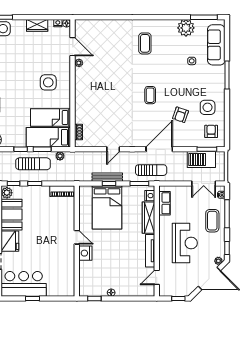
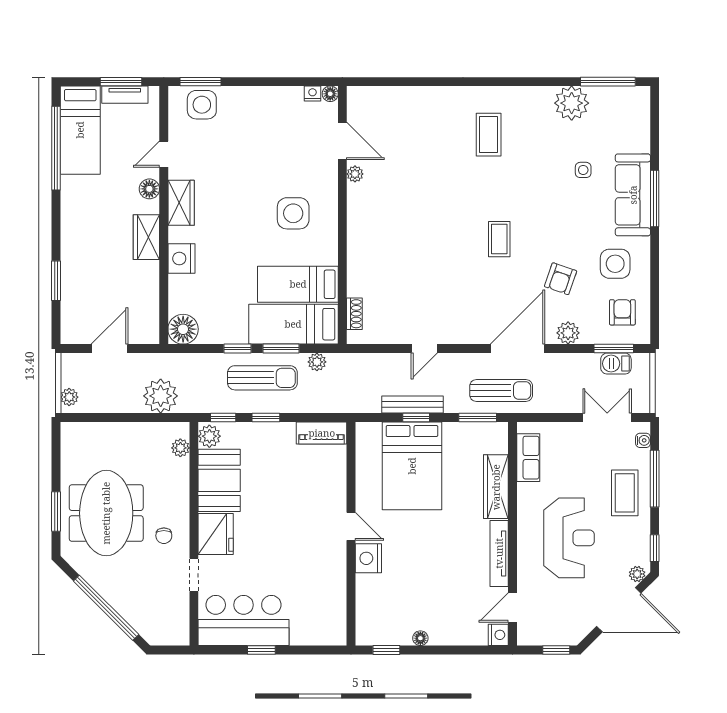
wardrobe: (37, 25) -> (271, 98), removed
sofa: (216, 45) -> (633, 195), moved
plant: (184, 142) -> (568, 333), added
barbecue: (201, 160) -> (616, 364), width x0.53, depth x0.65
double door: (204, 183) -> (607, 417), swing flipped
nightstand: (150, 196) -> (498, 635), moved

